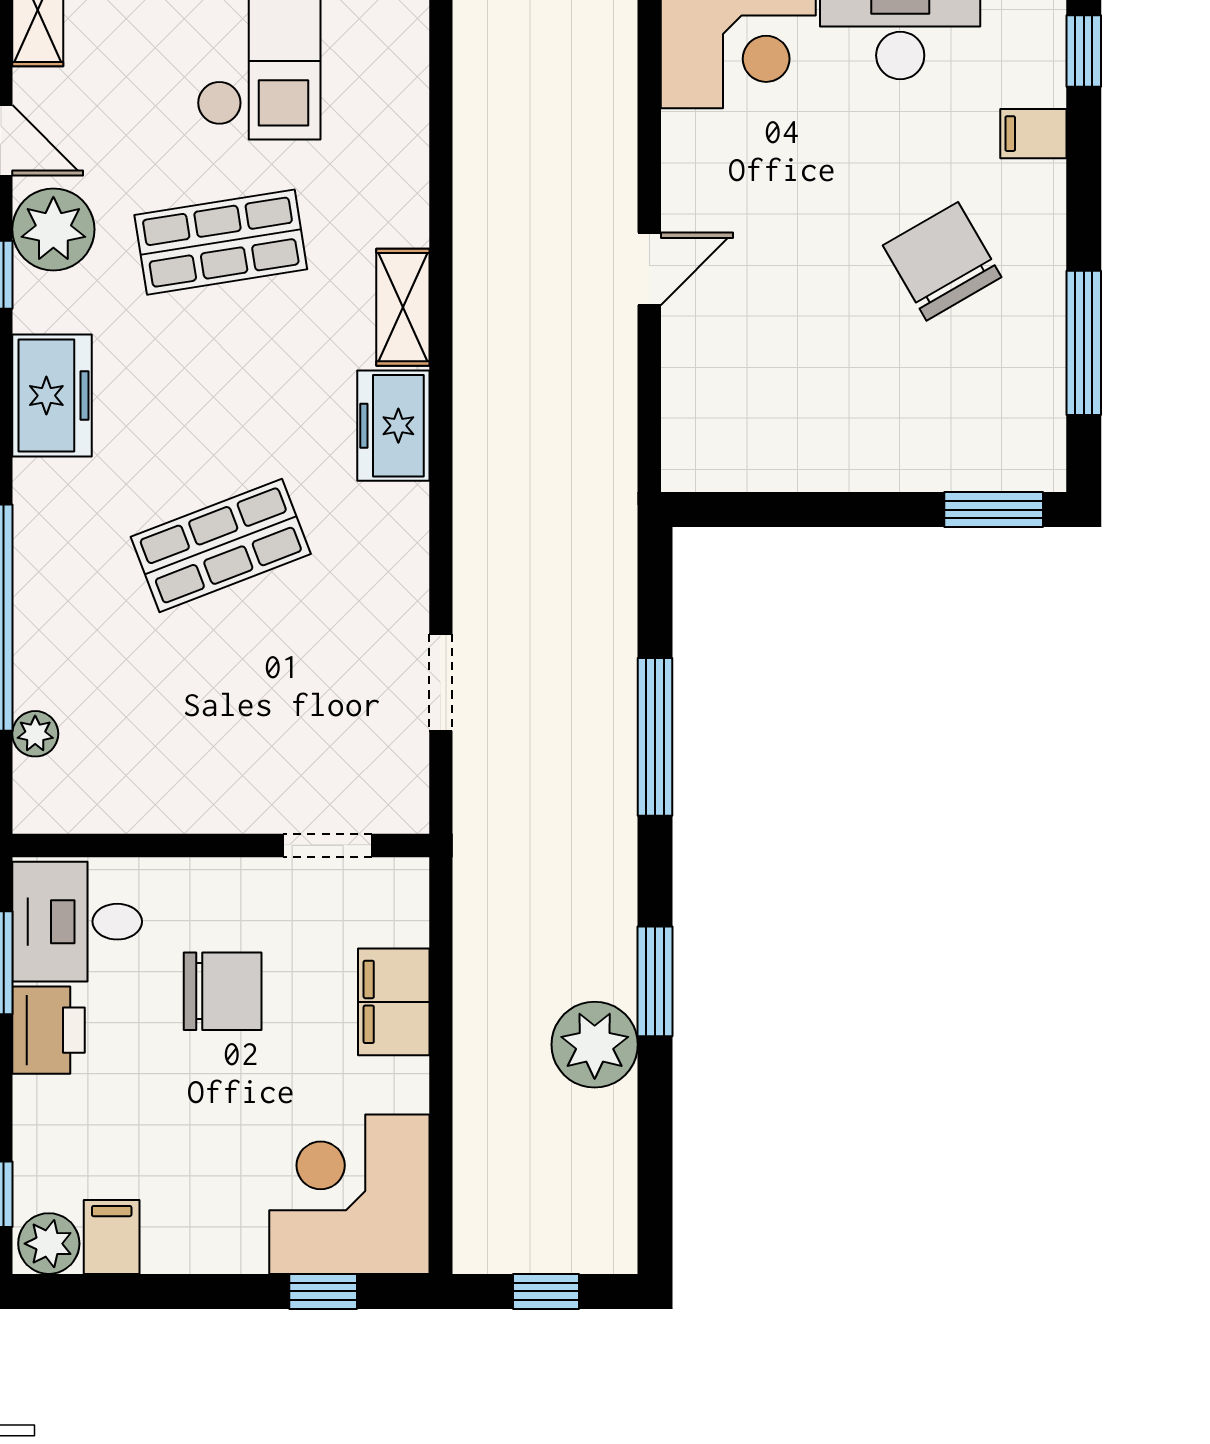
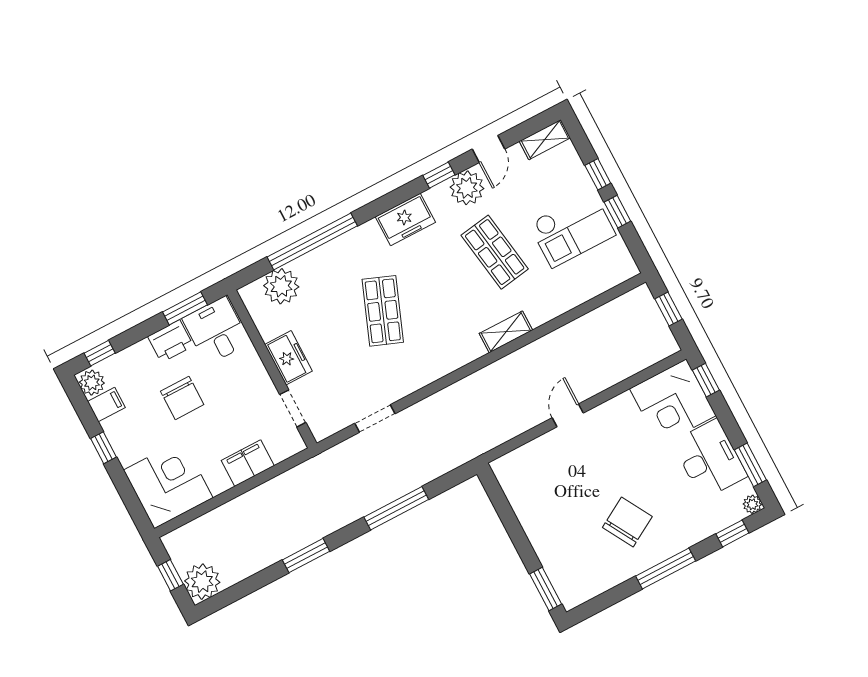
filing cabinet: (1033, 134) -> (692, 531), removed
door: (649, 269) -> (568, 415), swing flipped
window: (1084, 343) -> (666, 568), moved
freezer: (393, 426) -> (289, 358), moved, turned 90
shop shelf: (221, 545) -> (383, 311), turned 42
plant: (35, 734) -> (281, 286), width x1.88, depth x1.88
chair: (223, 991) -> (182, 398), moved
plant: (595, 1045) -> (202, 582), moved
window: (323, 1291) -> (104, 448), moved

